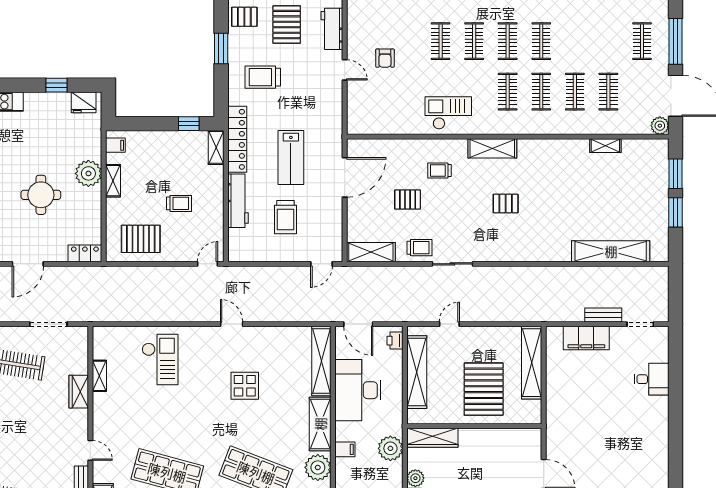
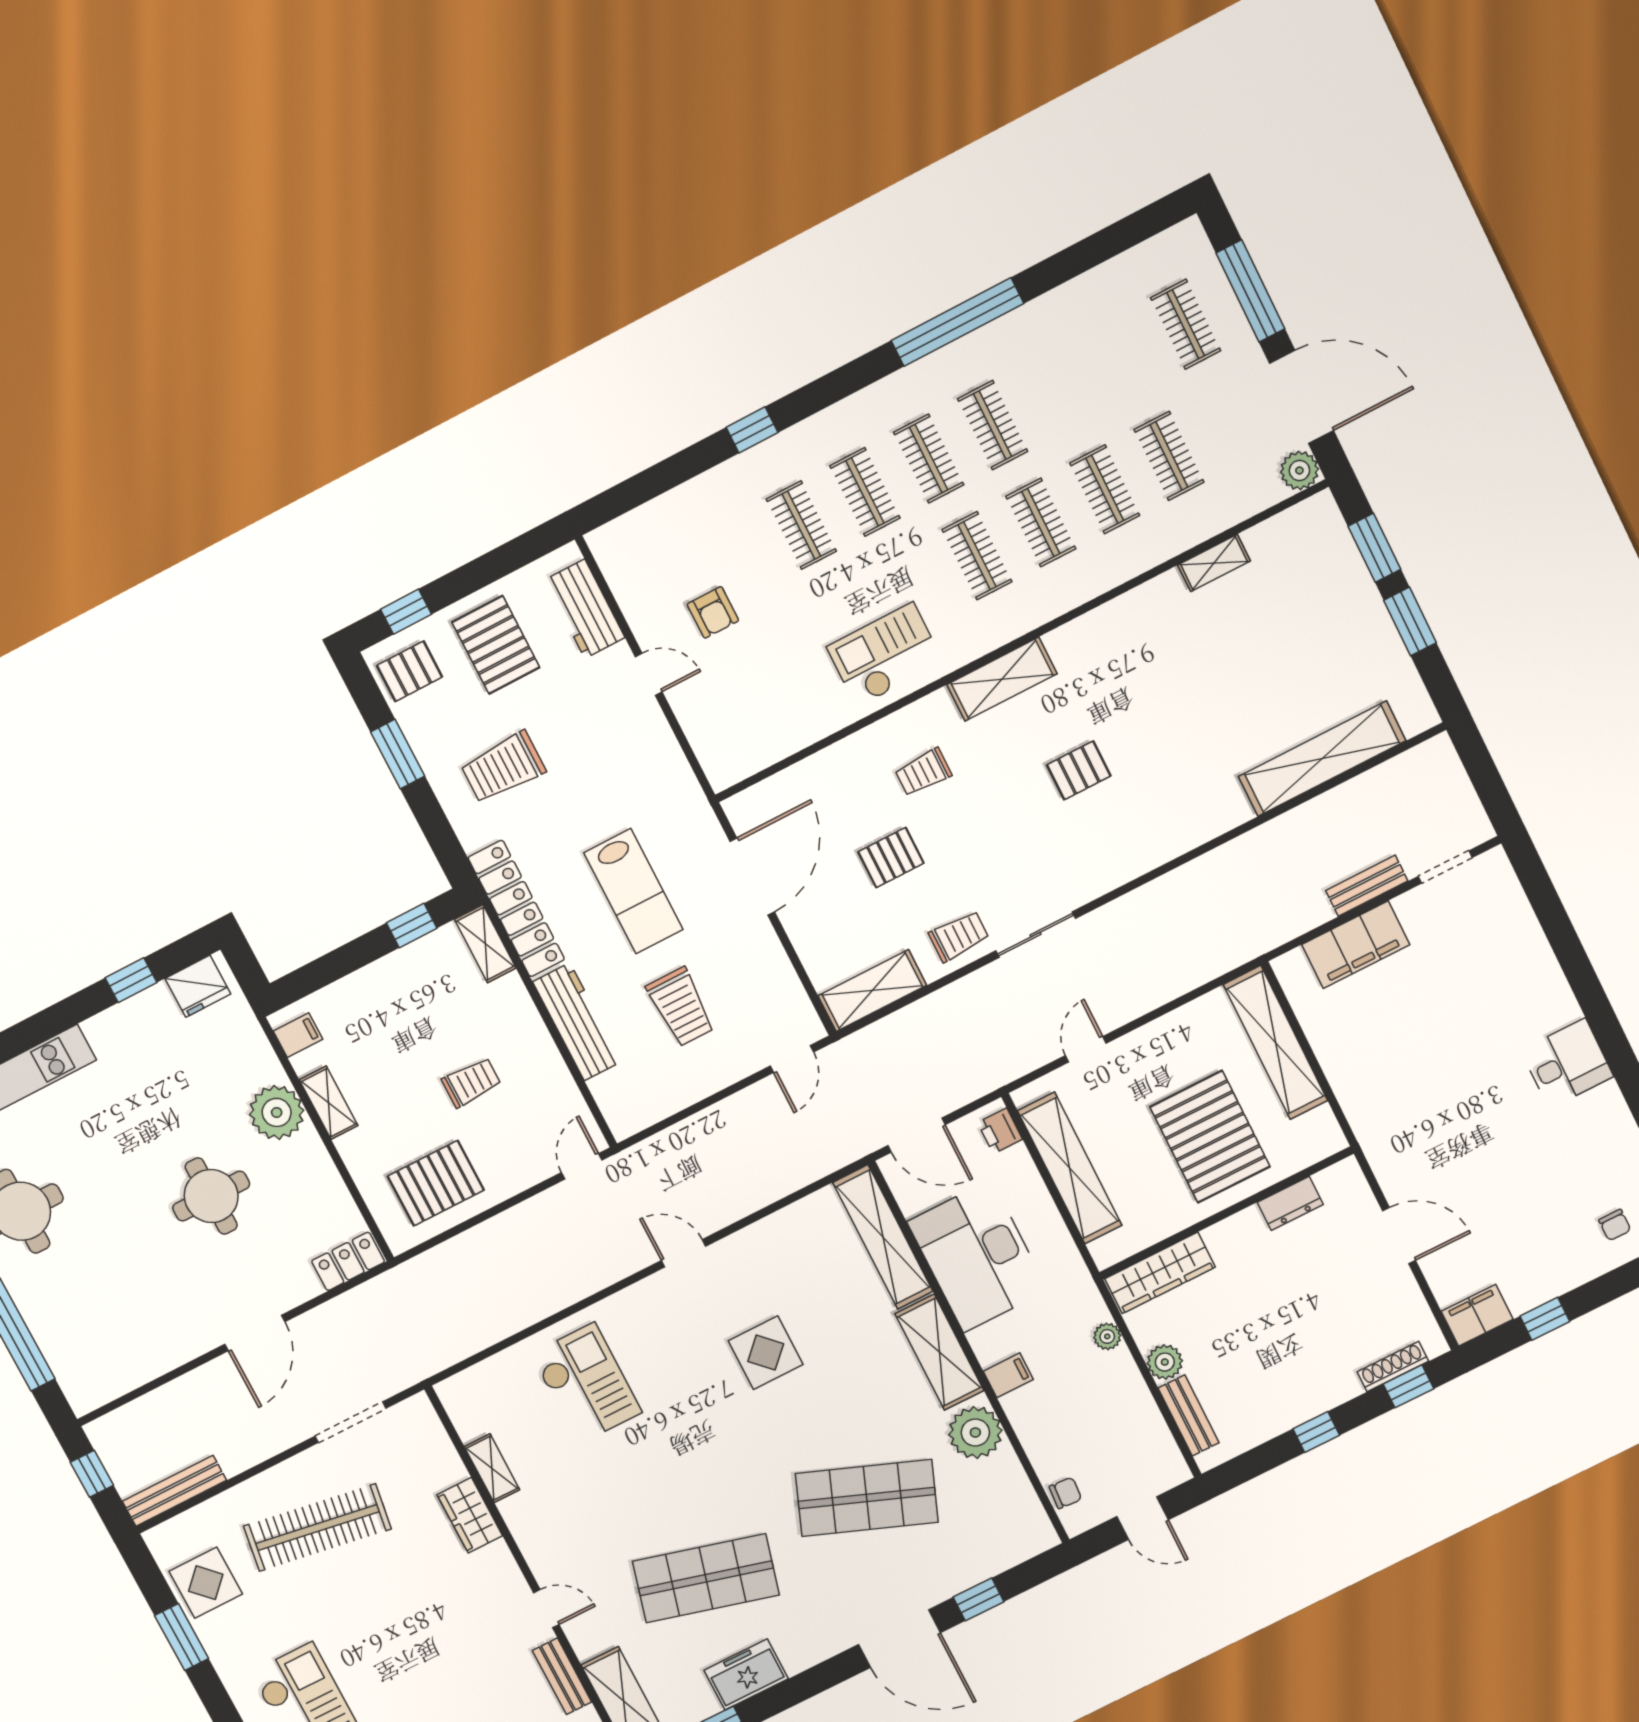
desk: (652, 379) -> (1567, 1063), moved
dresser: (504, 436) -> (1290, 1203), added
plant: (390, 448) -> (1107, 1336), width x0.53, depth x0.53

